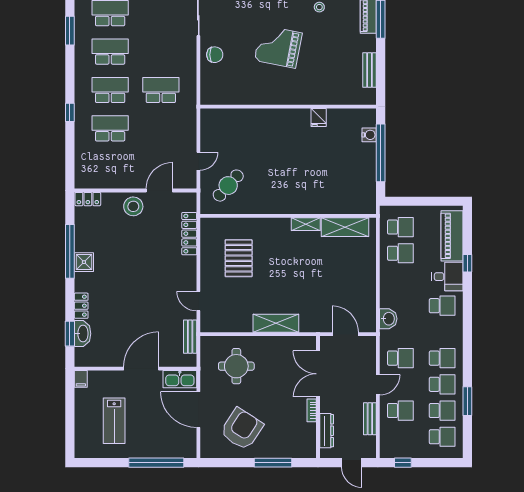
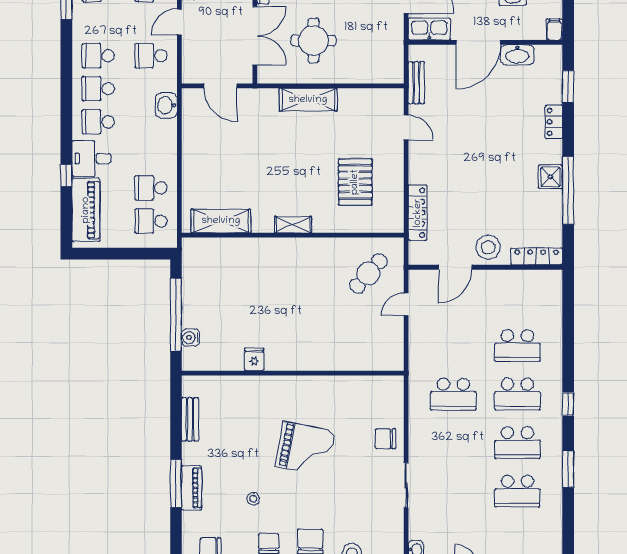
window: (70, 112) -> (568, 404), moved
locker: (88, 199) -> (537, 256), width x1.53
shelving: (306, 224) -> (293, 225), moved
washbasin: (83, 334) -> (517, 55), moved, turned -90
round table: (236, 366) -> (313, 41), moved
school desk: (442, 384) -> (98, 89), moved

